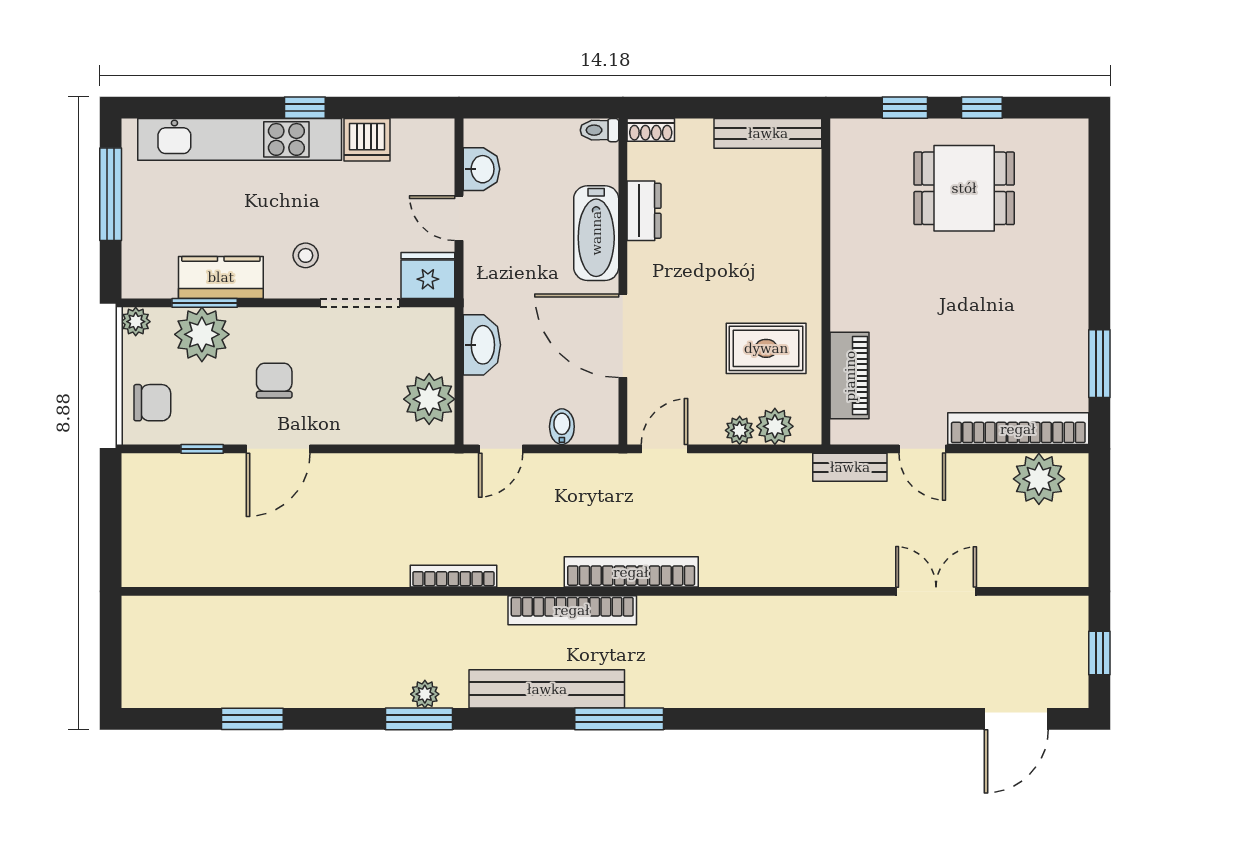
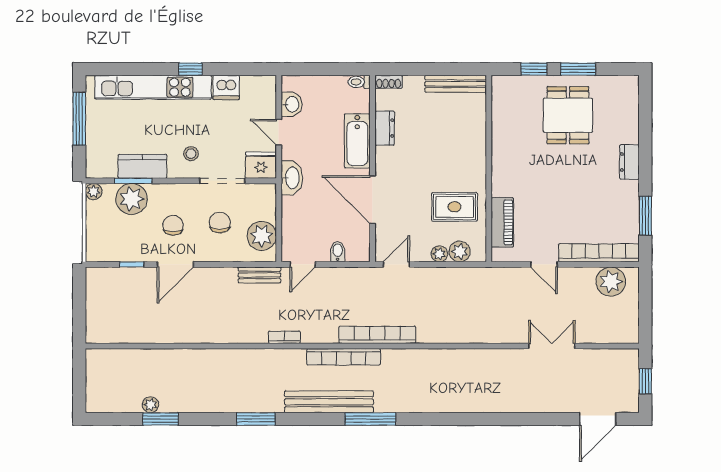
window: (982, 108) -> (578, 69), width x1.50
dining table: (964, 188) -> (568, 115), turned 90
dresser: (1072, 270) -> (629, 162), added
washbasin: (482, 345) -> (292, 178), moved
chair: (152, 403) -> (220, 223), moved, turned -90
bench: (850, 467) -> (259, 275), moved
bookcase: (453, 576) -> (284, 337), width x0.64
plant: (425, 694) -> (150, 405), moved

